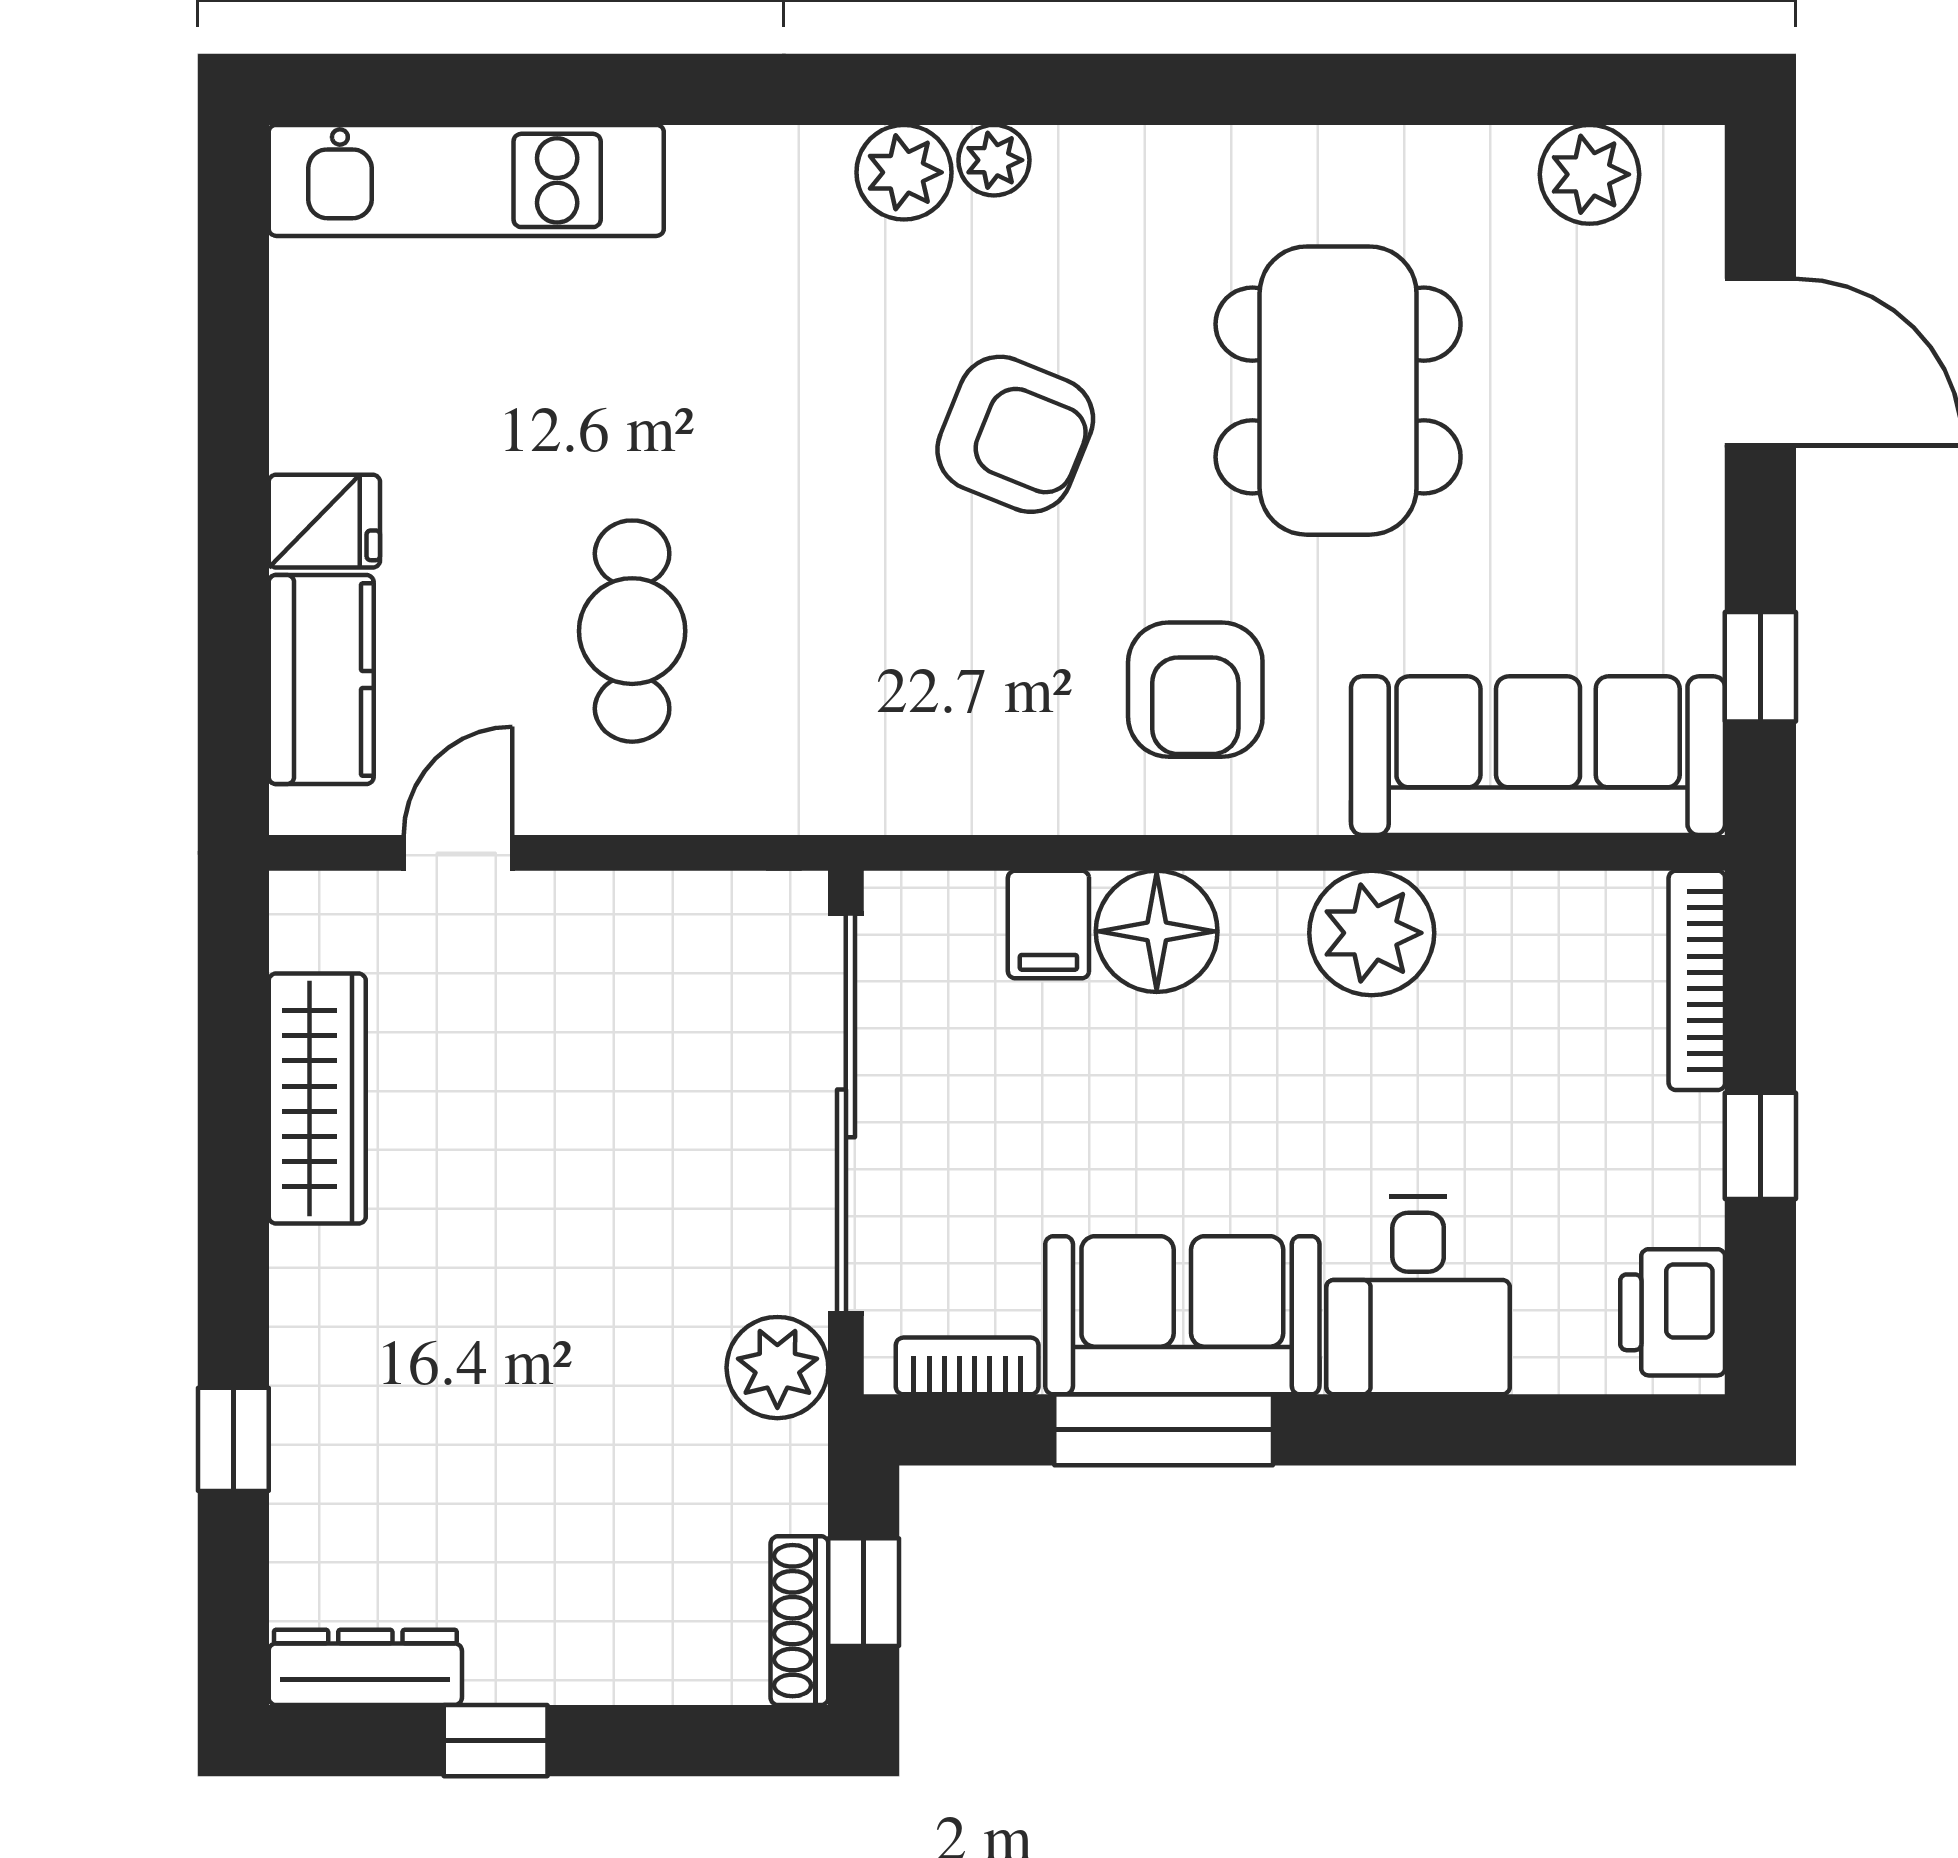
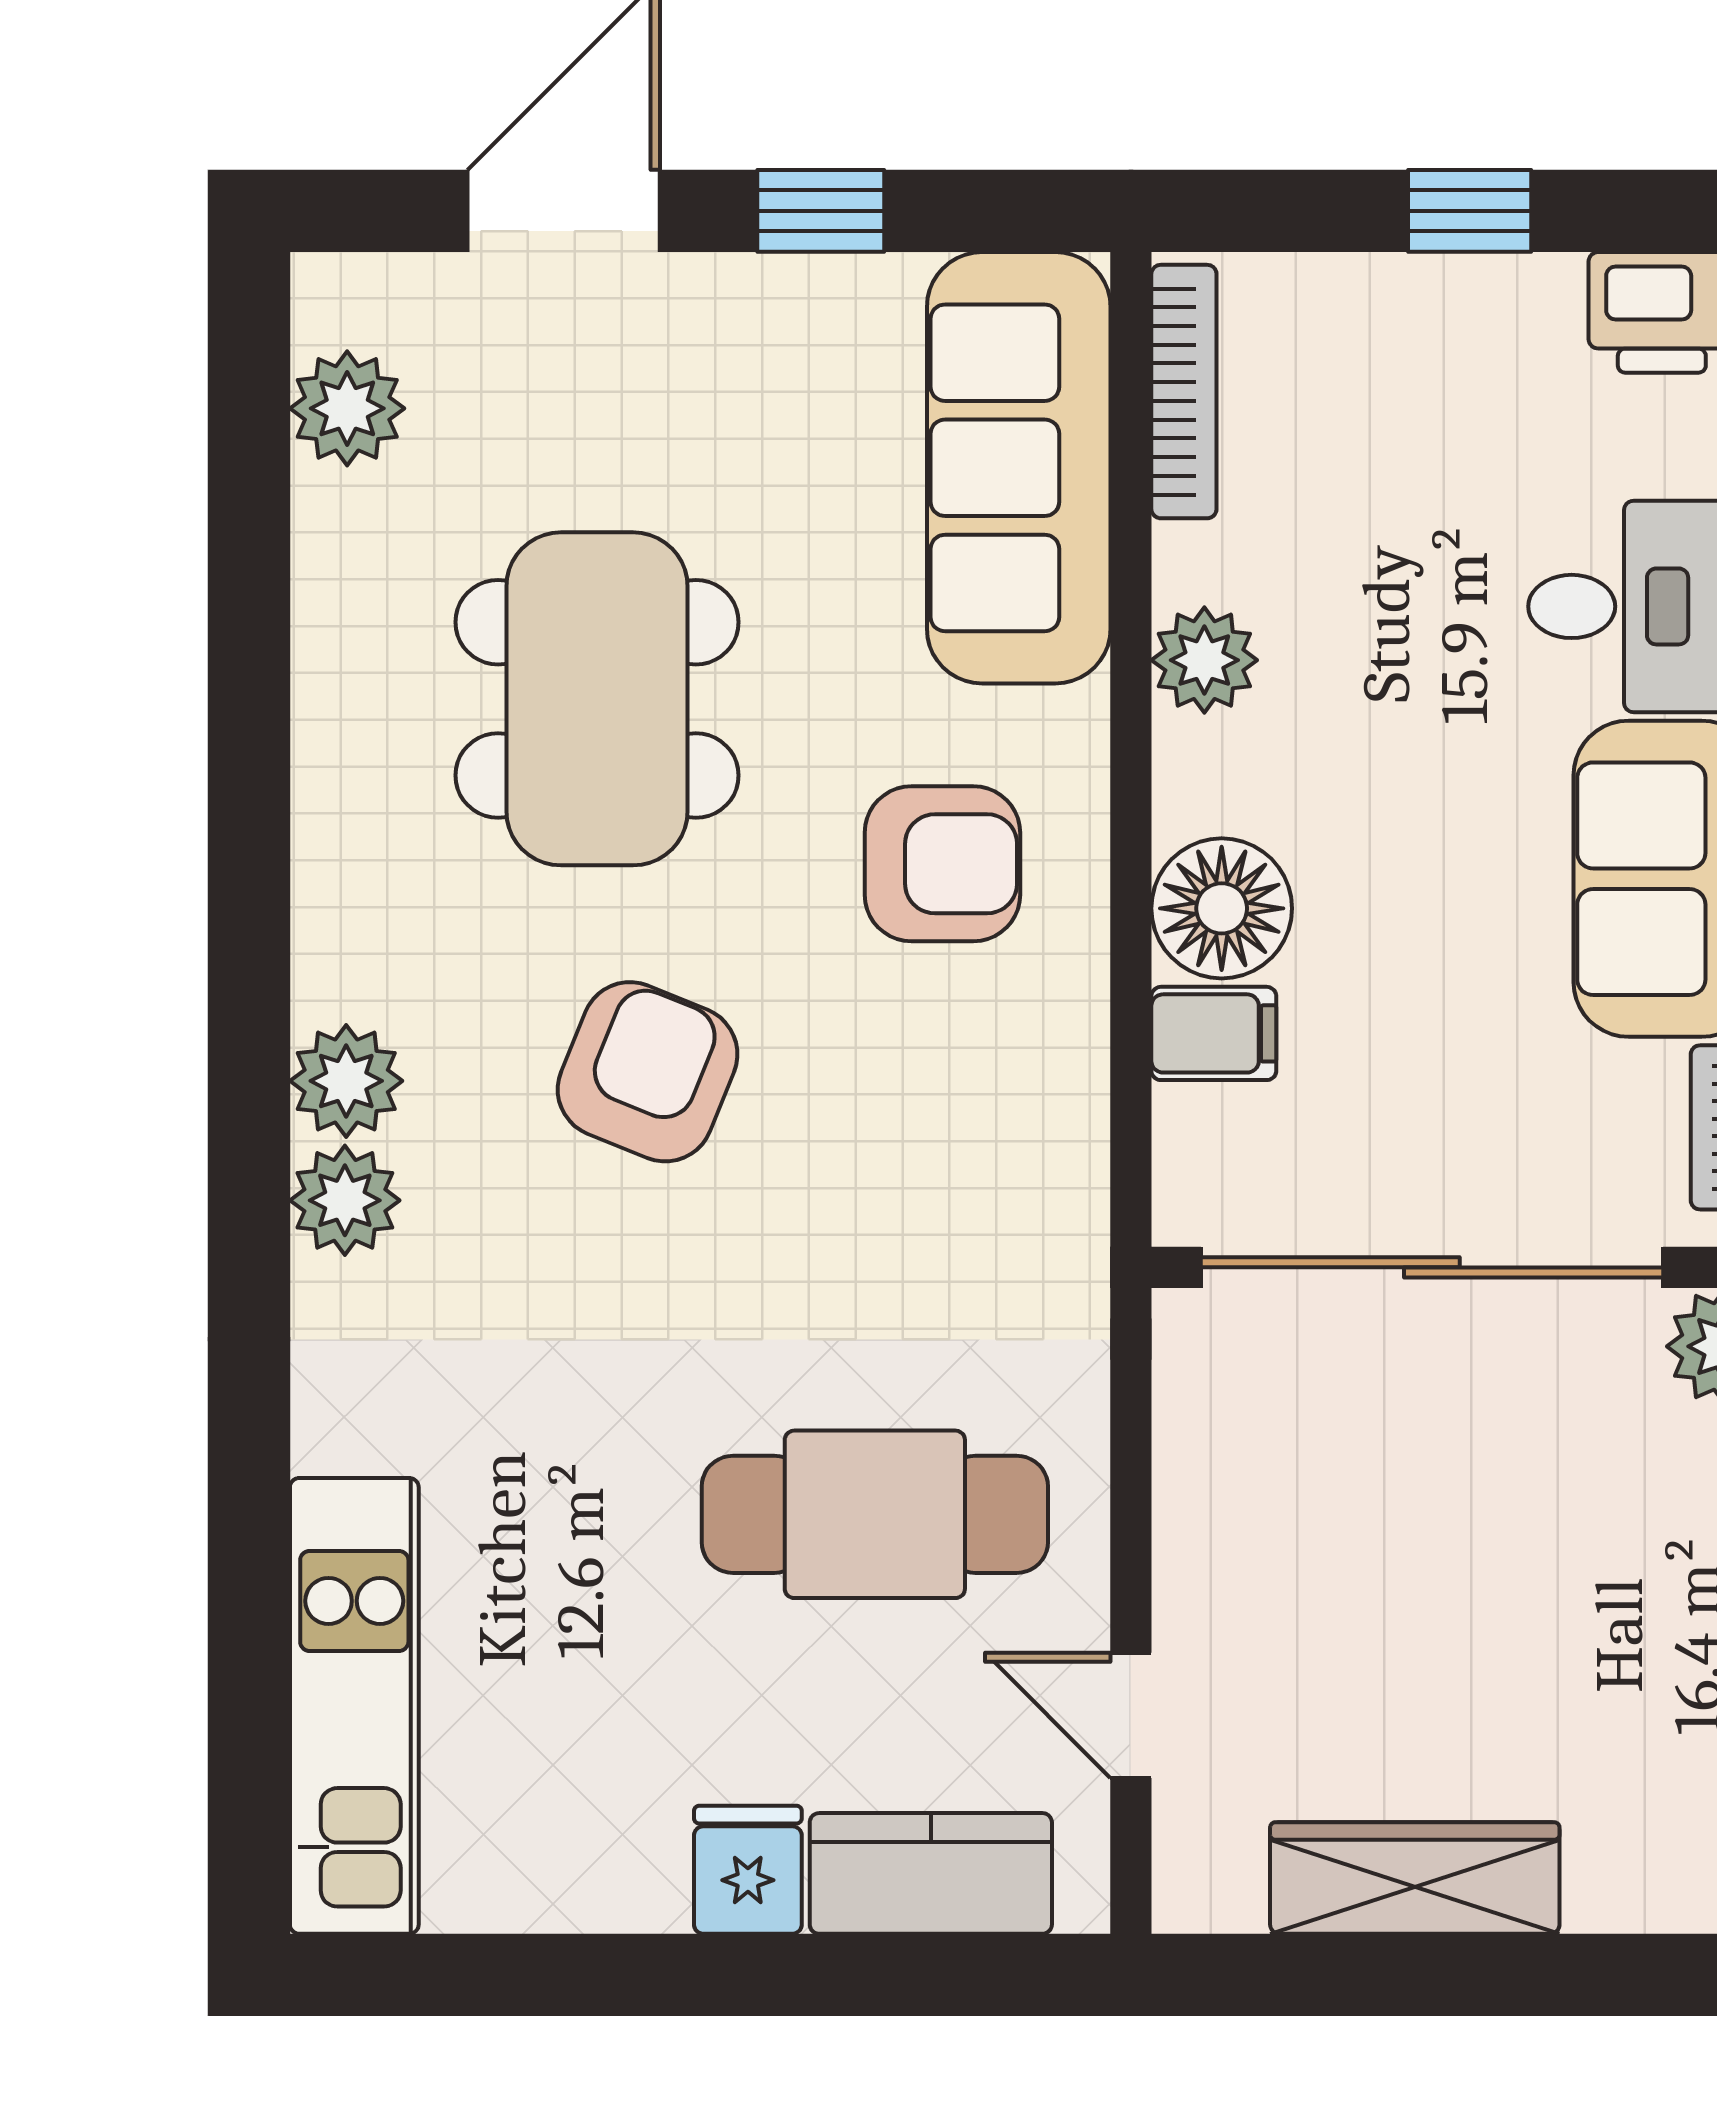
plant: (994, 160) -> (346, 1081), width x1.38, depth x1.38
dining table: (1338, 391) -> (597, 699), turned 90
cafe table: (632, 631) -> (875, 1514), width x1.37, depth x1.35
window: (1760, 667) -> (821, 211), moved
plant: (1372, 933) -> (1204, 660), width x0.73, depth x0.73
bookcase: (1697, 980) -> (1184, 392), moved, turned -90

